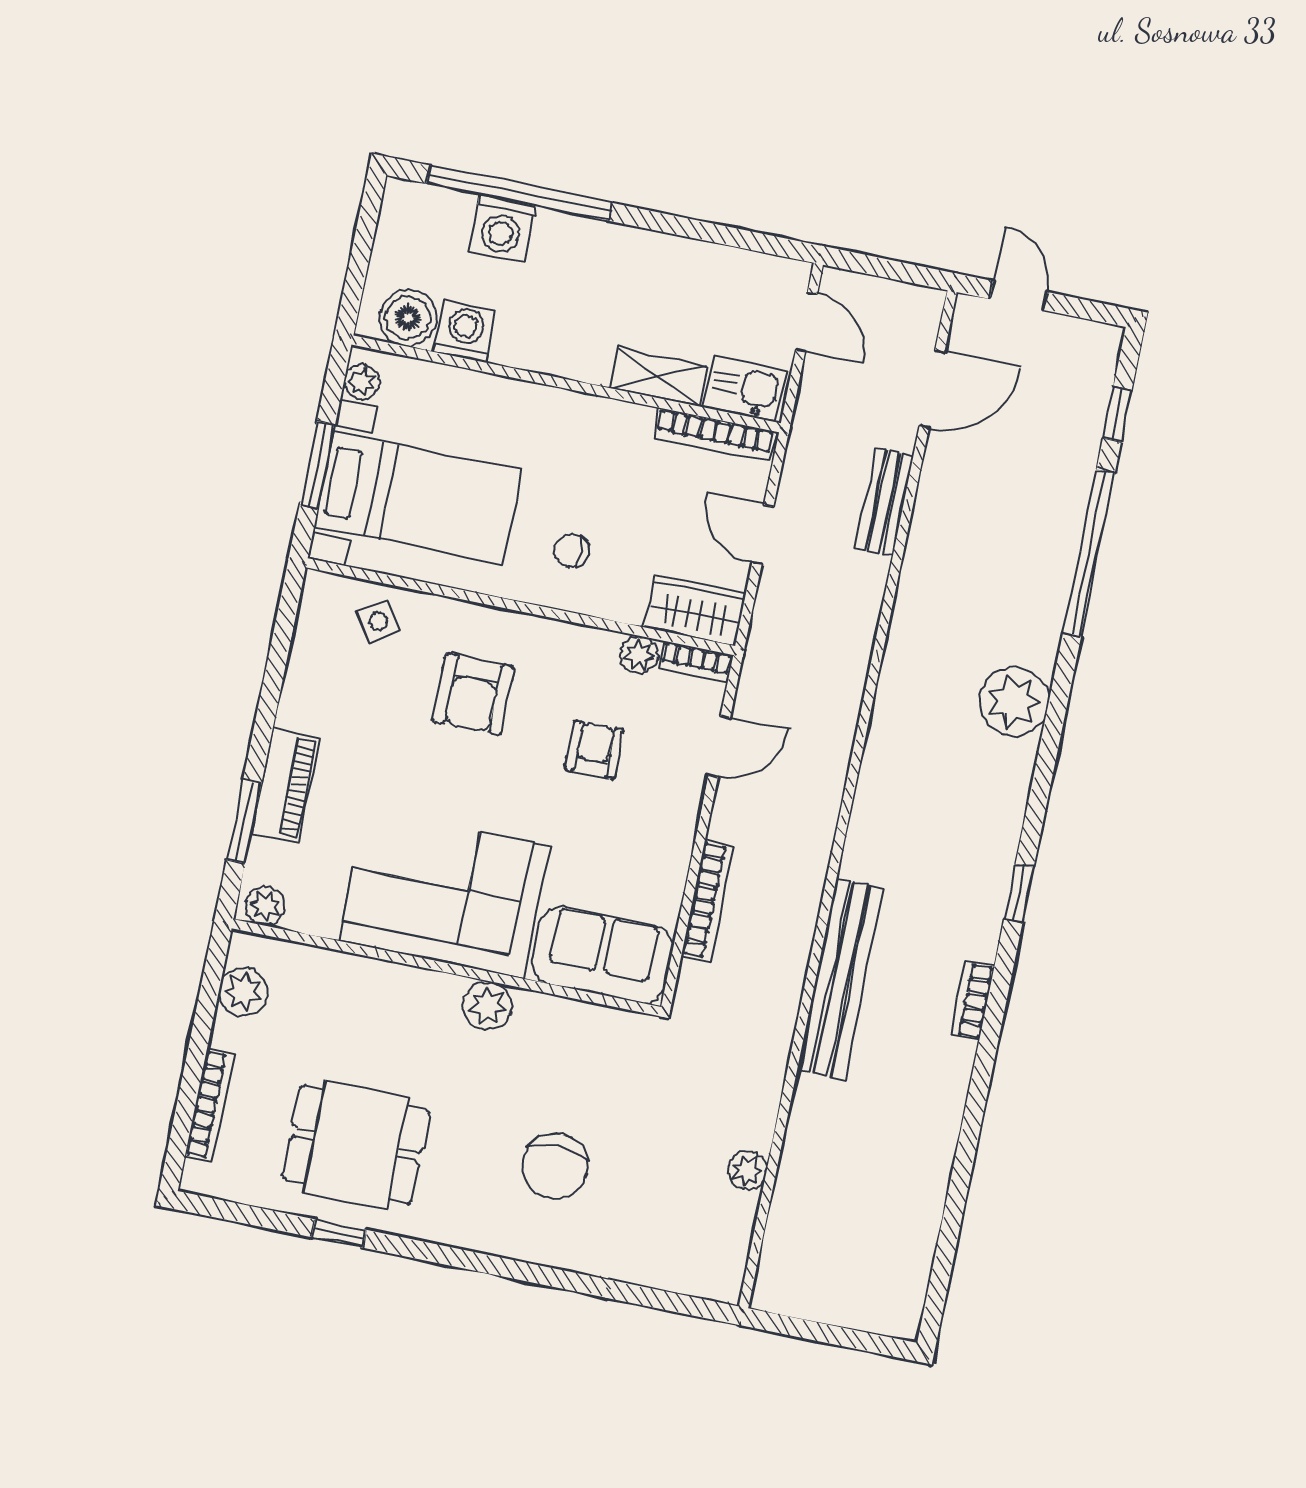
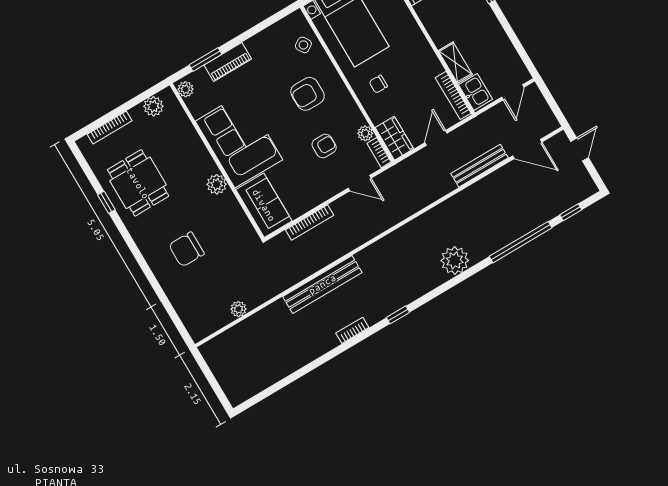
bench: (884, 502) -> (480, 166), width x1.36
chair: (572, 551) -> (378, 84), turned -90

